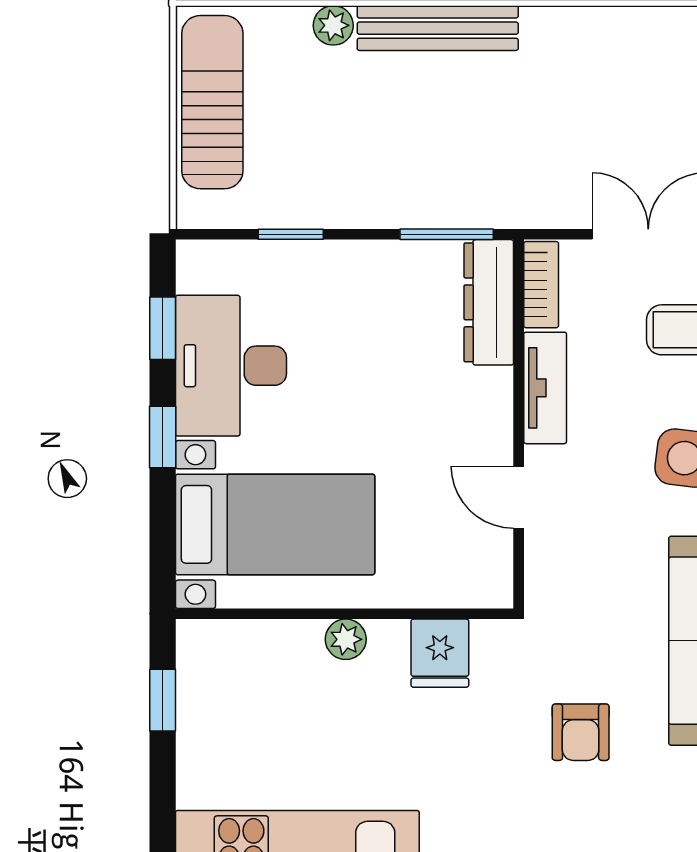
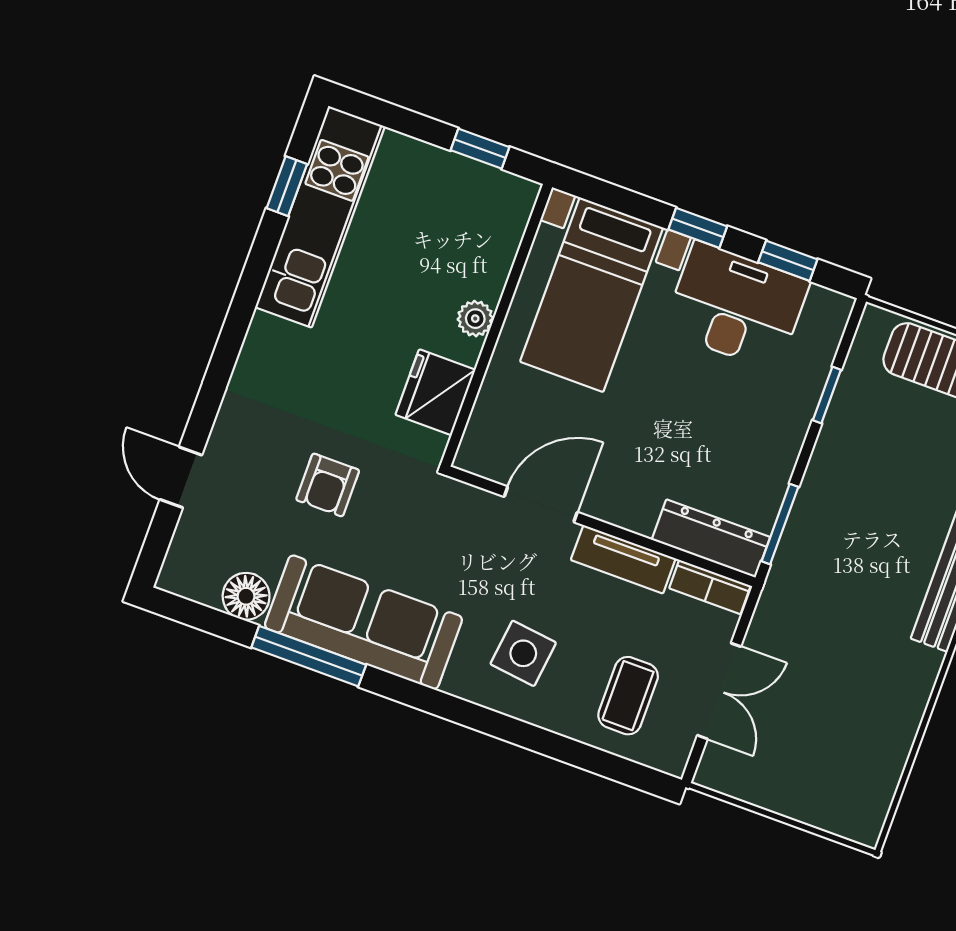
door: (519, 497) -> (541, 504), width x1.38
fridge: (440, 653) -> (435, 392), width x1.38
armchair: (581, 732) -> (328, 485), turned -90

